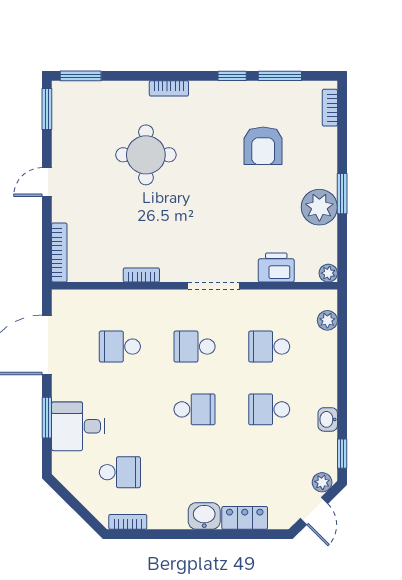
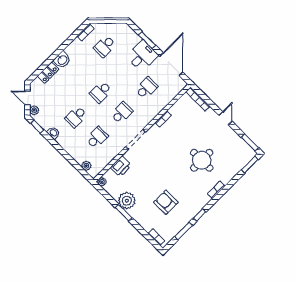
school desk: (269, 409) -> (76, 117), turned 180
desk: (78, 426) -> (142, 56), moved

